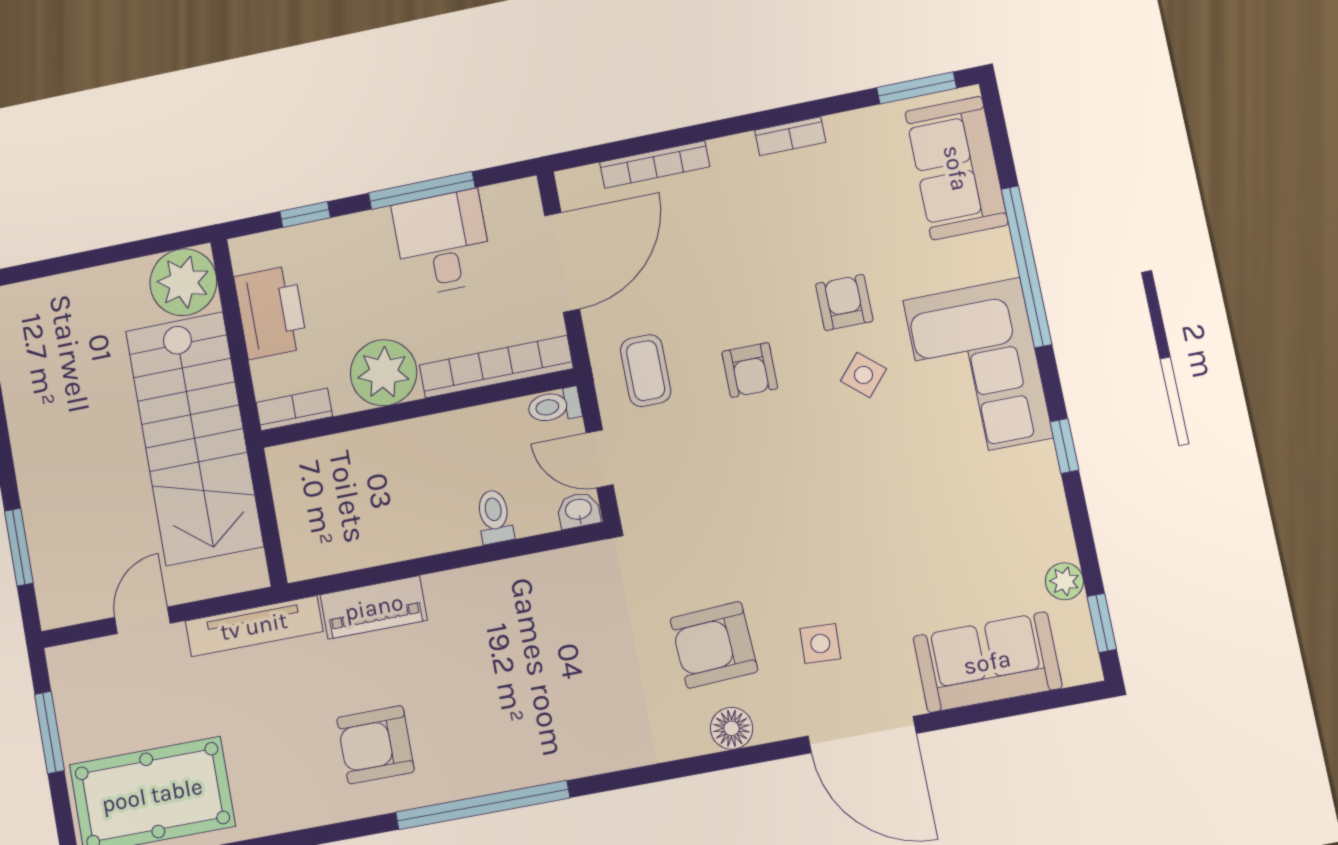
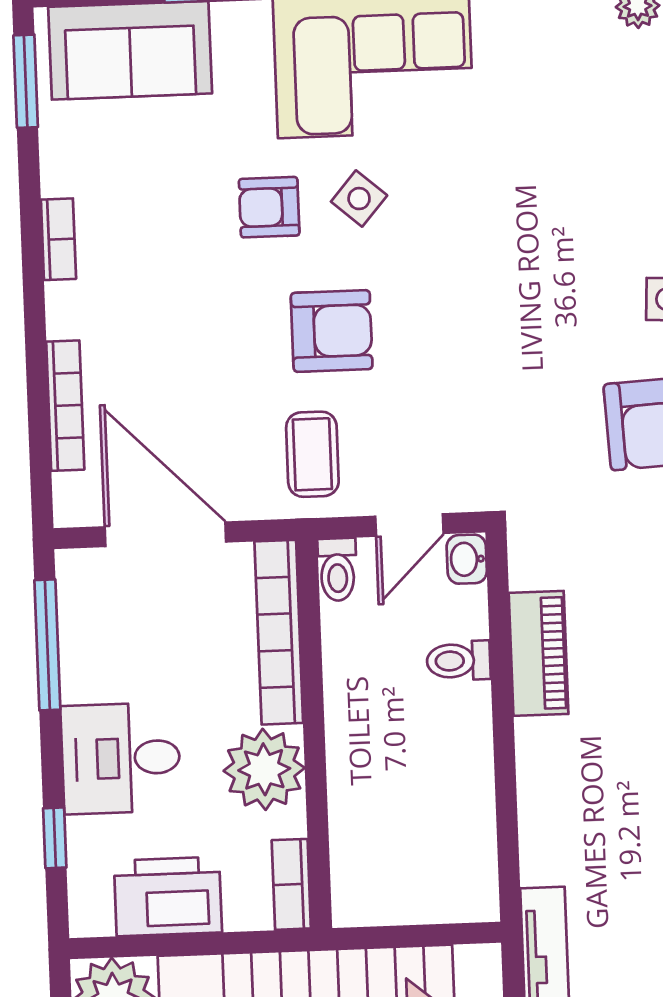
window: (422, 190) -> (47, 645), moved
desk: (443, 243) -> (121, 758), moved
armchair: (750, 370) -> (332, 331), width x1.38, depth x1.38
coffee table: (646, 371) -> (312, 454), turned 90
piano: (374, 607) -> (539, 653), moved

